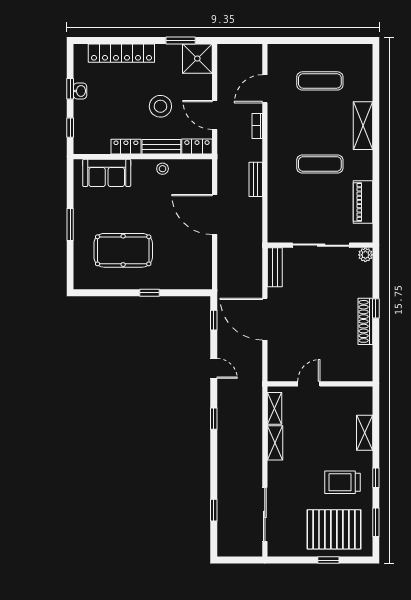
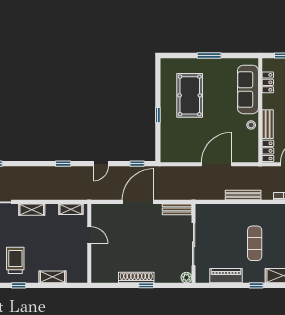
locker: (126, 147) -> (268, 82), moved
window: (376, 162) -> (256, 285), added
sofa: (107, 173) -> (248, 89), width x1.36
bench: (256, 179) -> (243, 195), width x1.36
shelving: (275, 443) -> (32, 210), moved

